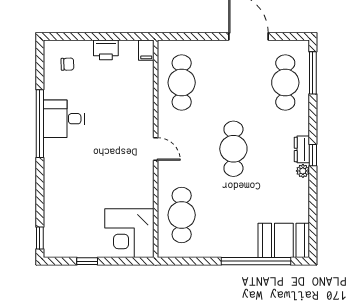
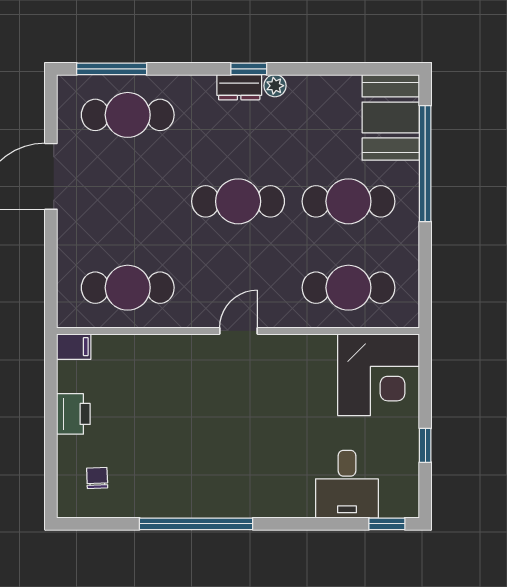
desk: (64, 119) -> (347, 484), moved
cafe table: (233, 215) -> (348, 201), added

